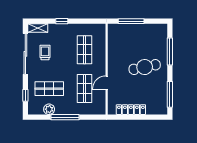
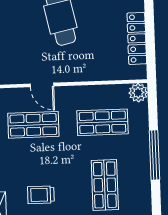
door: (107, 83) -> (42, 85), moved
plant: (49, 109) -> (138, 93), moved

